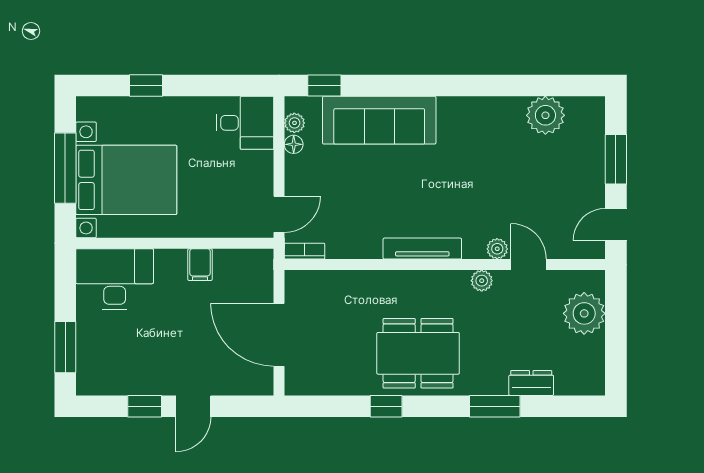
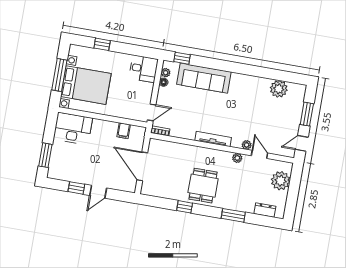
filing cabinet: (200, 265) -> (124, 131), moved
dining table: (418, 353) -> (203, 186), width x0.73
dresser: (531, 383) -> (265, 210), moved

